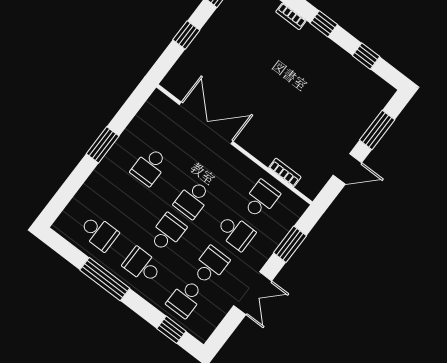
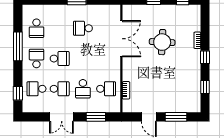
round table: (255, 69) -> (162, 42), added
school desk: (193, 199) -> (83, 59), removed

